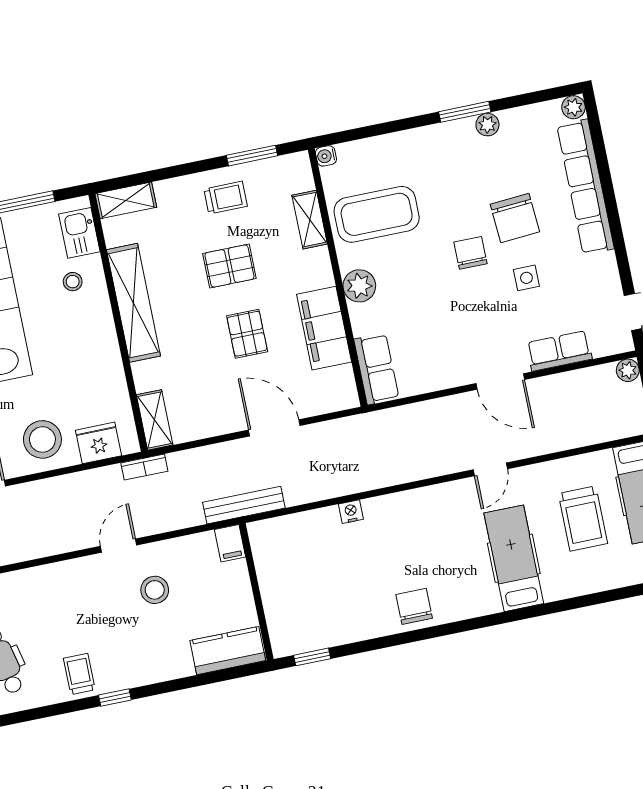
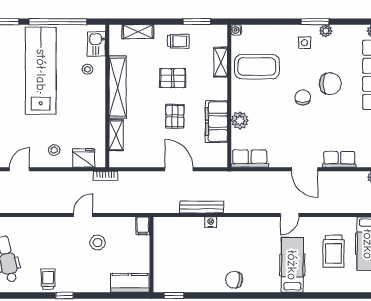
shelving: (126, 200) -> (138, 32), moved
chair: (515, 218) -> (330, 84), turned -86
side table: (526, 278) -> (305, 43), moved
plant: (359, 286) -> (240, 120), moved
row of seats: (376, 369) -> (250, 159), moved, turned -90
shelving: (155, 420) -> (116, 135), moved
stool: (42, 439) -> (54, 150), width x0.53, depth x0.53
bench: (244, 505) -> (202, 207), moved
chair: (414, 606) -> (234, 280), turned -82

